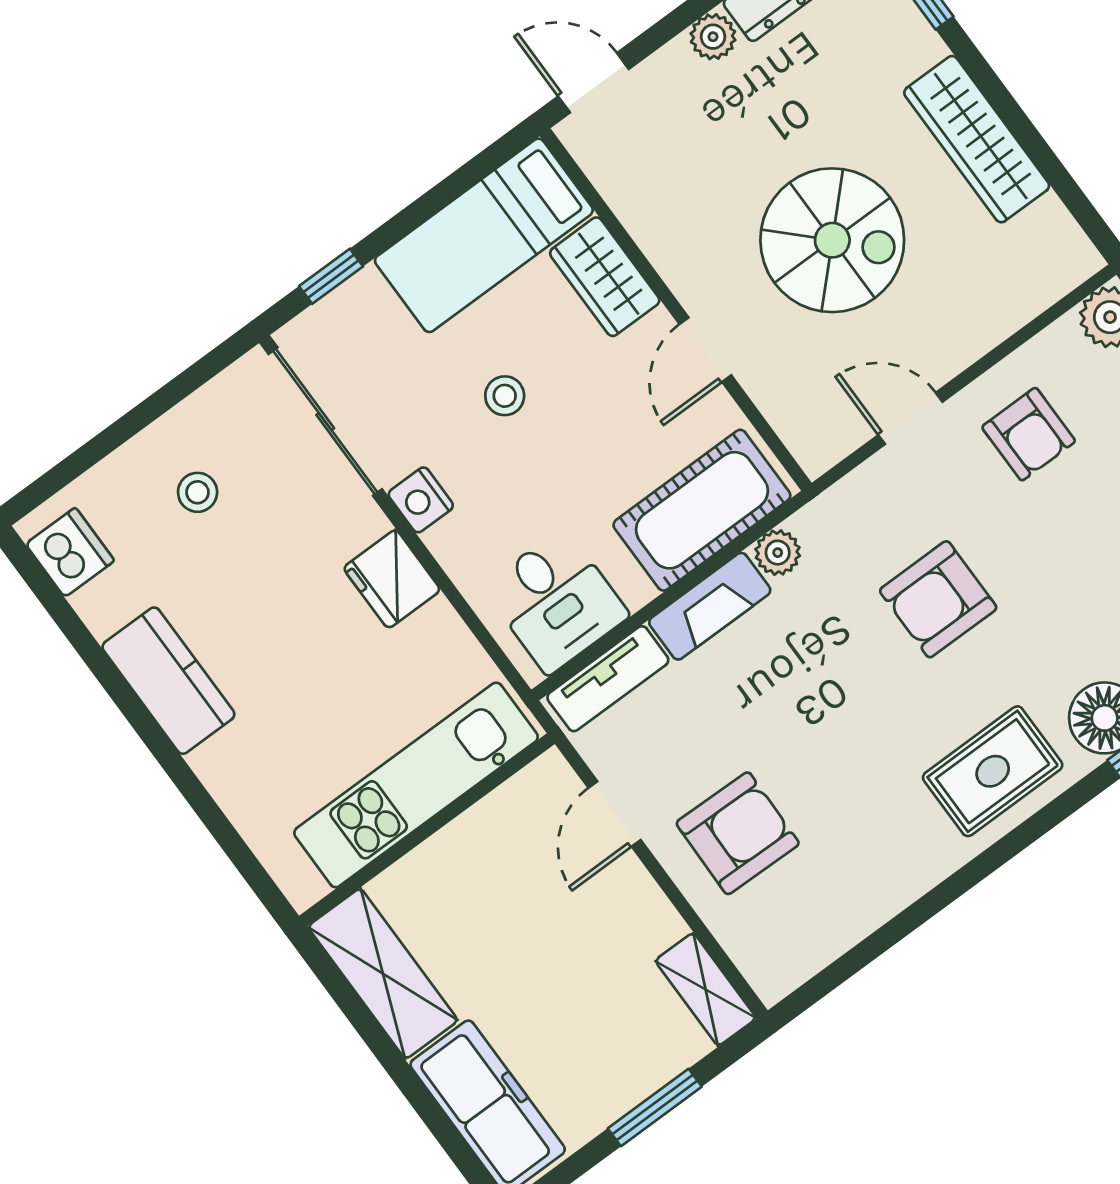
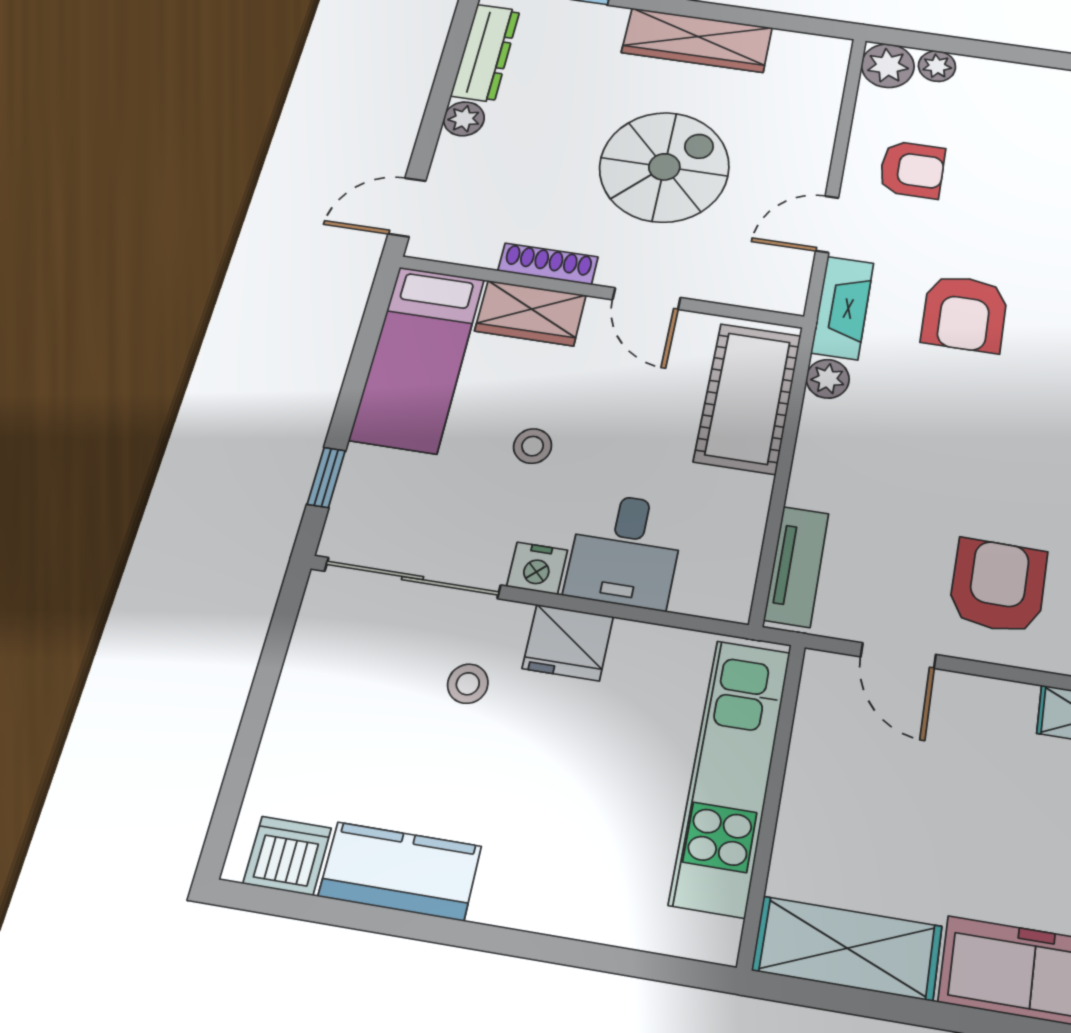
shoe rack: (658, 244) -> (548, 264), added
stool: (198, 492) -> (468, 684), moved
desk: (556, 601) -> (625, 551), moved, turned 90
fireplace: (710, 606) -> (842, 308), moved
kitchen counter: (168, 681) -> (400, 871), moved

